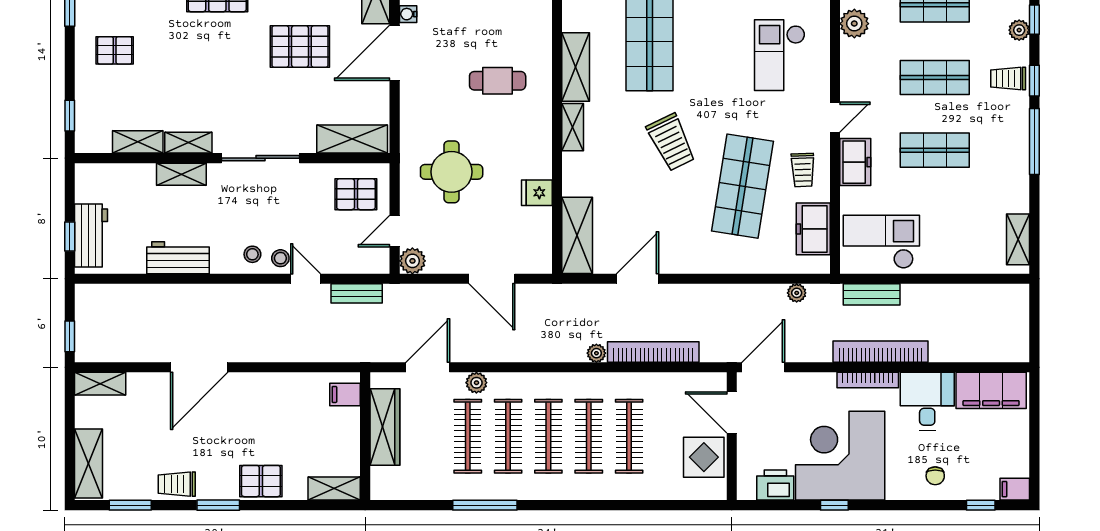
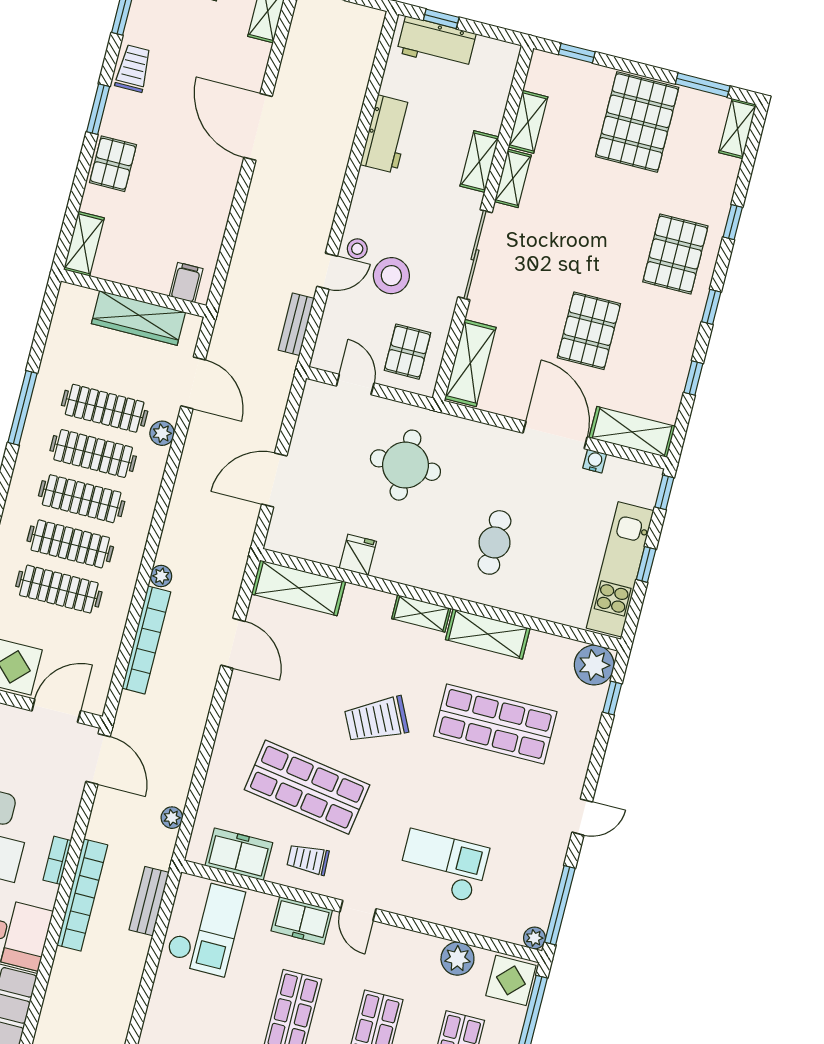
pallet: (115, 50) -> (637, 122), width x2.05, depth x2.00
stool: (252, 254) -> (391, 276), moved, width x1.89, depth x1.89
plant: (412, 261) -> (317, 396), removed
bookcase: (868, 380) -> (57, 860), width x0.64

